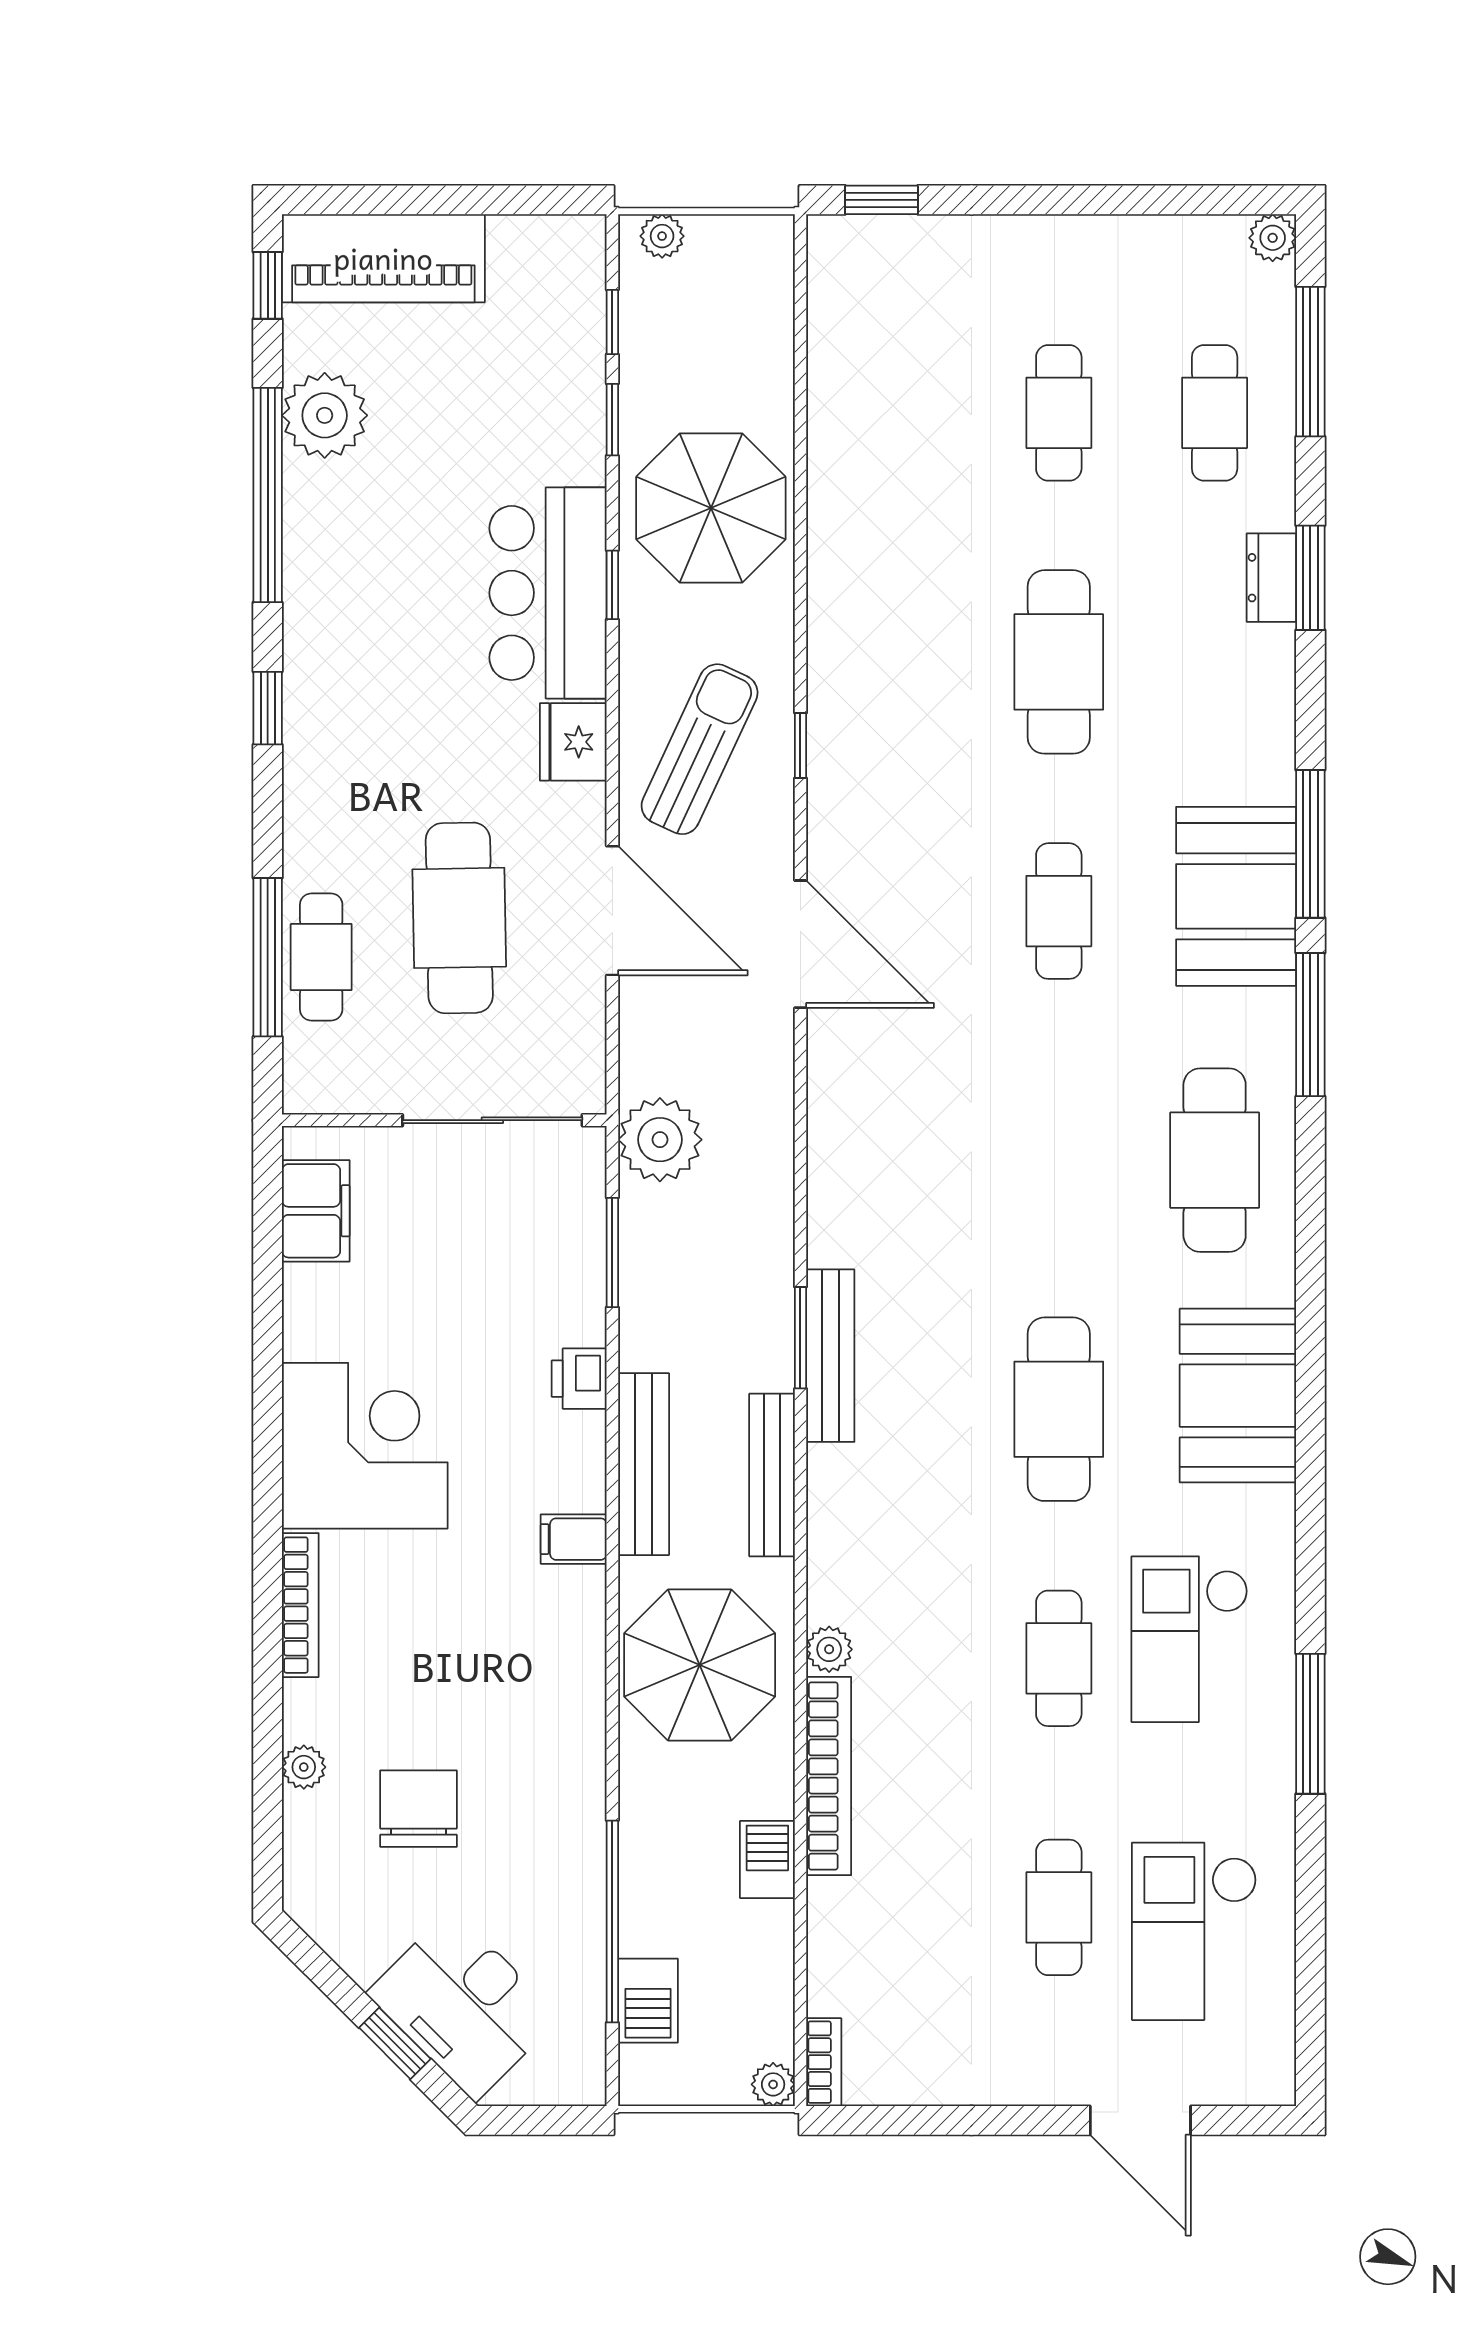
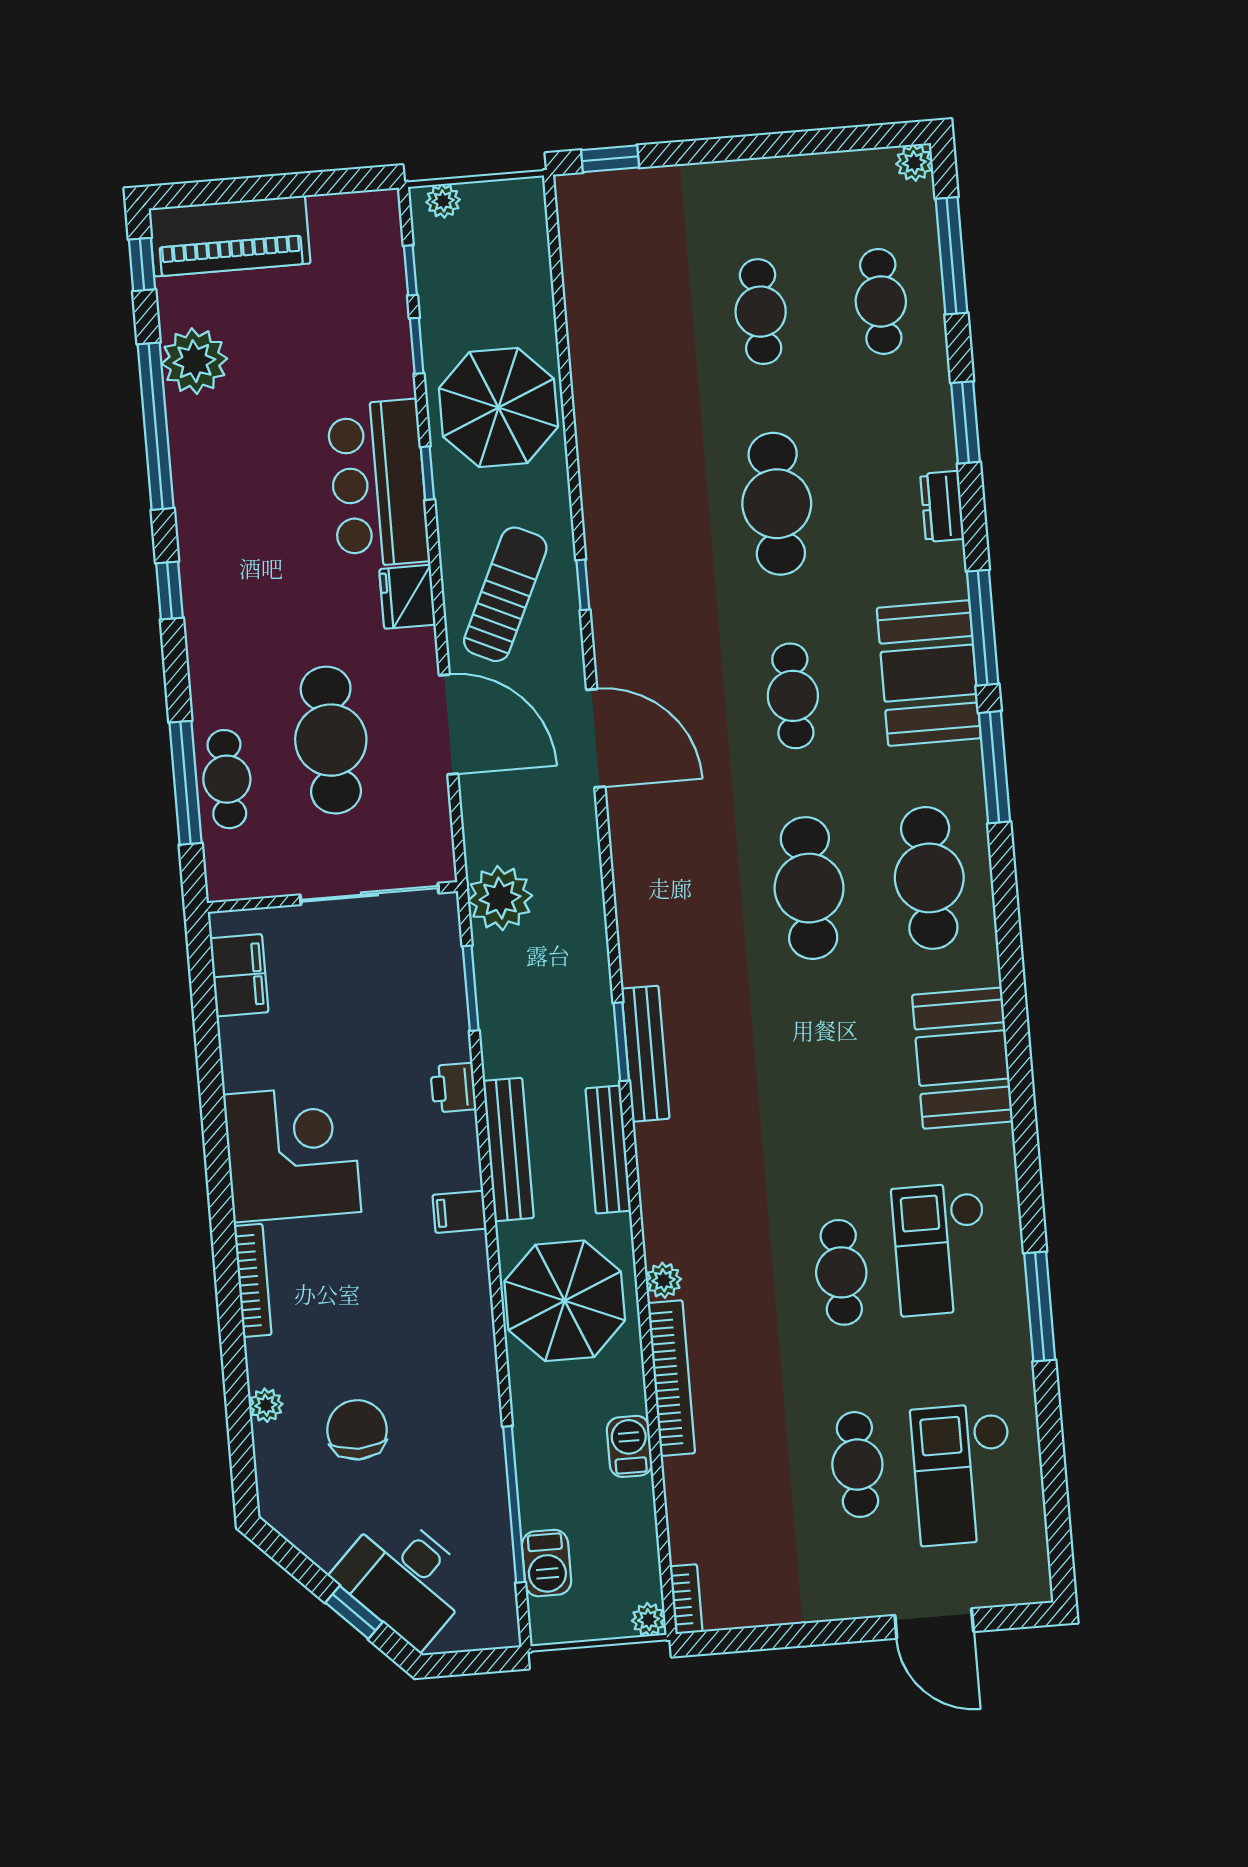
dresser: (1271, 578) -> (942, 506), moved
cafe table: (1059, 1409) -> (809, 888), moved

